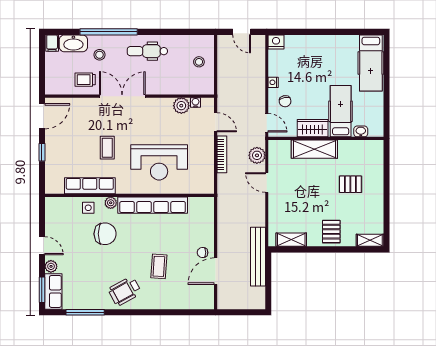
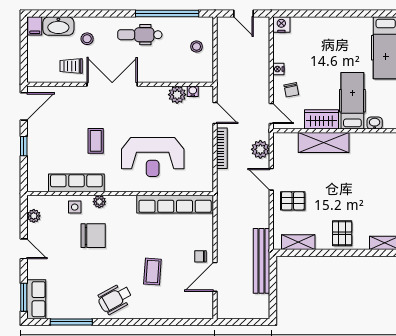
window: (109, 32) -> (167, 13), moved
pallet: (350, 184) -> (293, 201), moved
row of seats: (153, 205) -> (175, 204), moved
plant: (51, 266) -> (34, 216), moved

